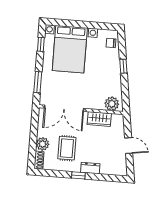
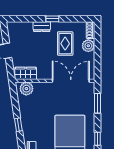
wardrobe: (99, 119) -> (26, 73), moved

